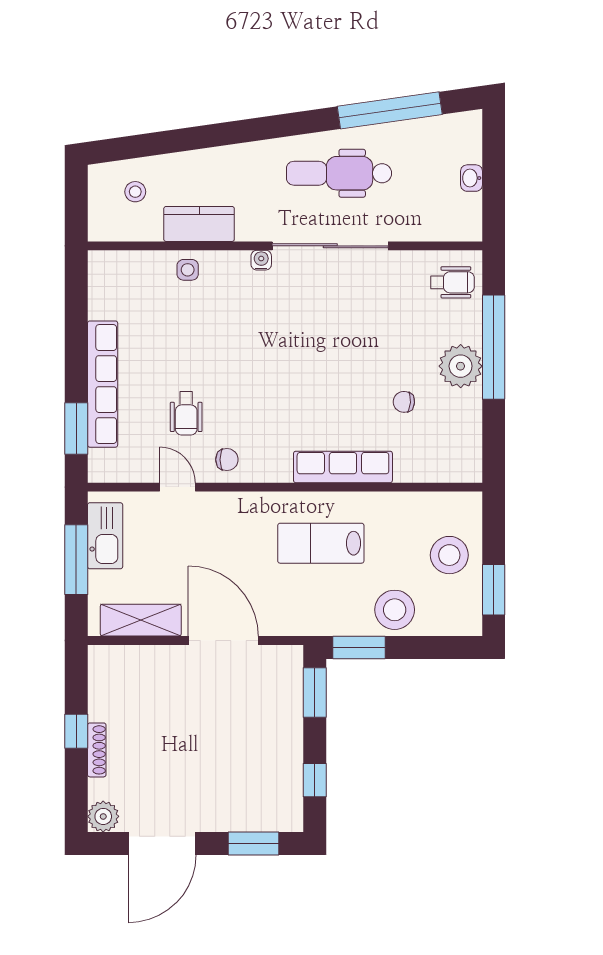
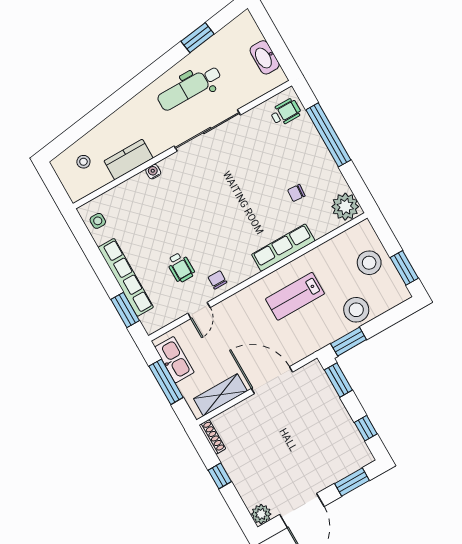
window: (390, 110) -> (198, 38), width x0.47
washbasin: (471, 178) -> (265, 57), width x1.91, depth x1.45
water cooler: (261, 260) -> (153, 172), moved
side table: (188, 270) -> (98, 221), moved
plant: (461, 366) -> (345, 207), moved
chair: (227, 460) -> (217, 280), turned -90
door: (177, 487) -> (199, 310), swing flipped
shoe rack: (97, 750) -> (212, 437), moved

